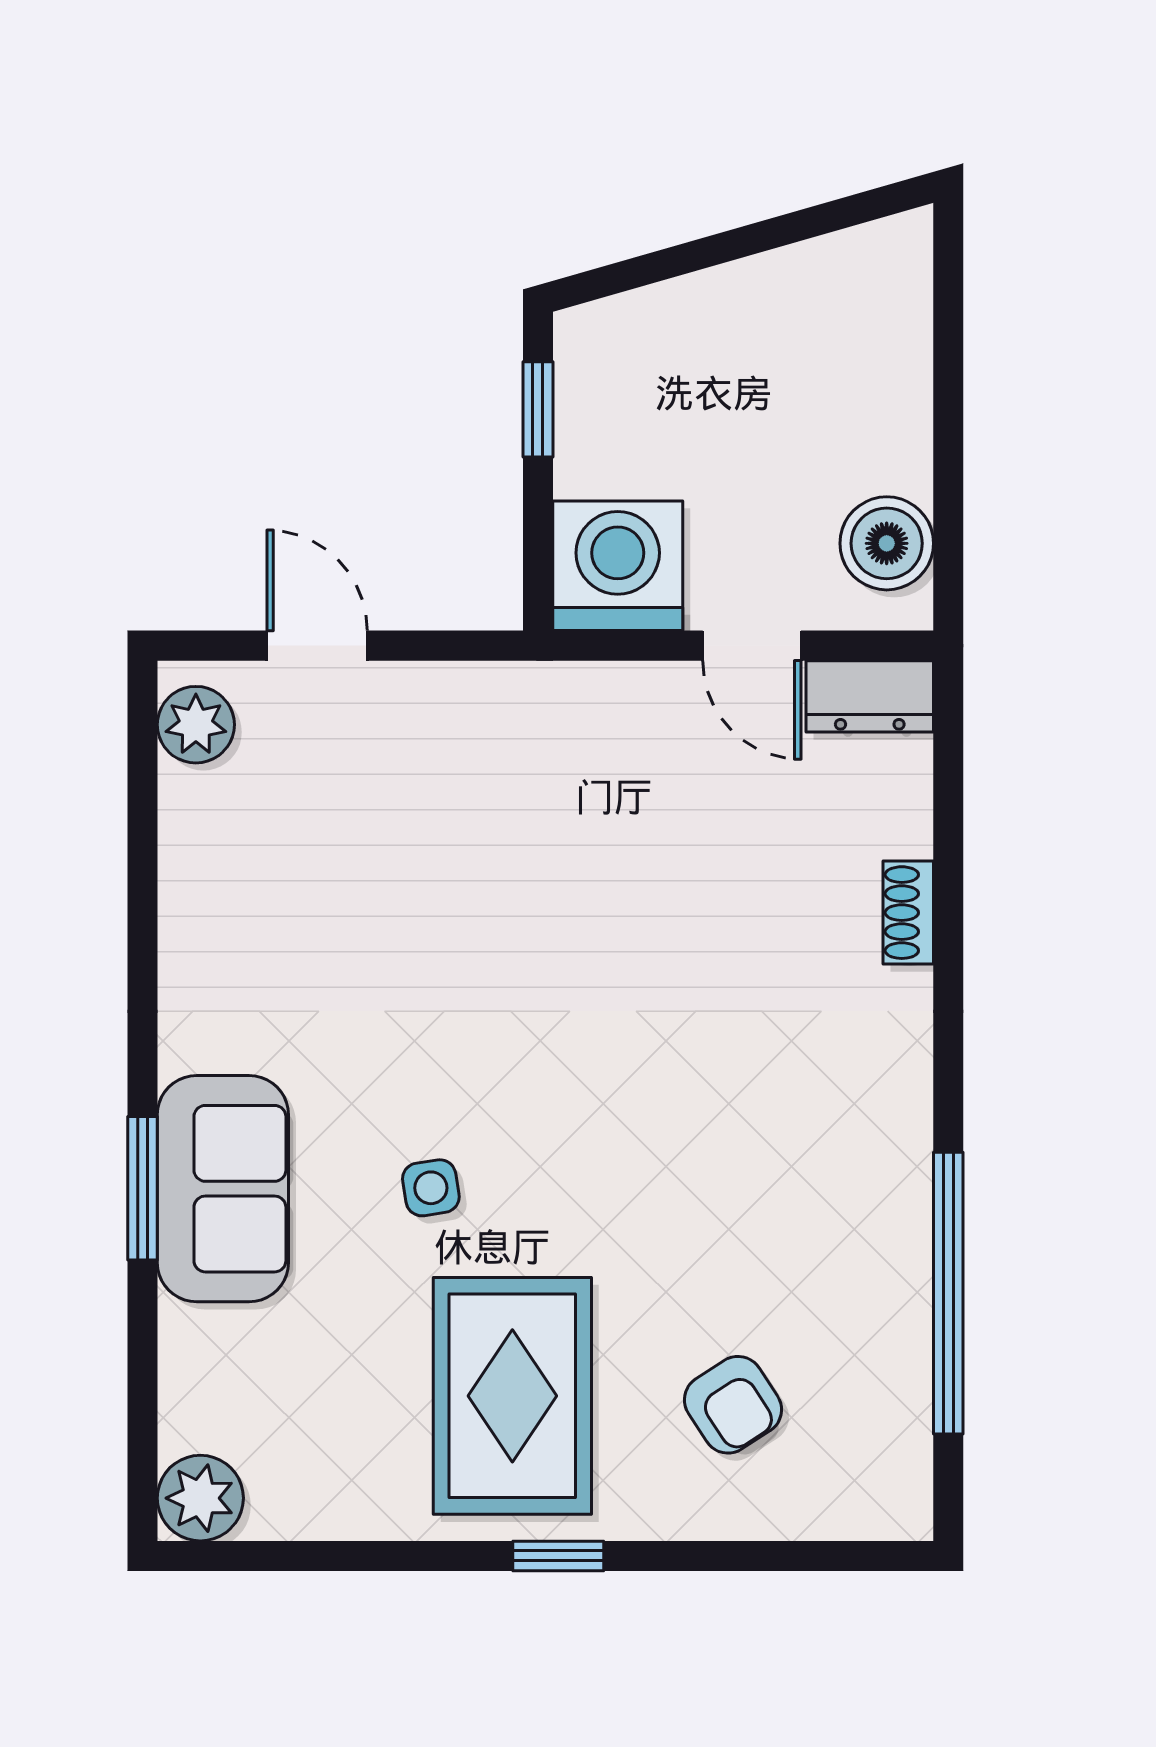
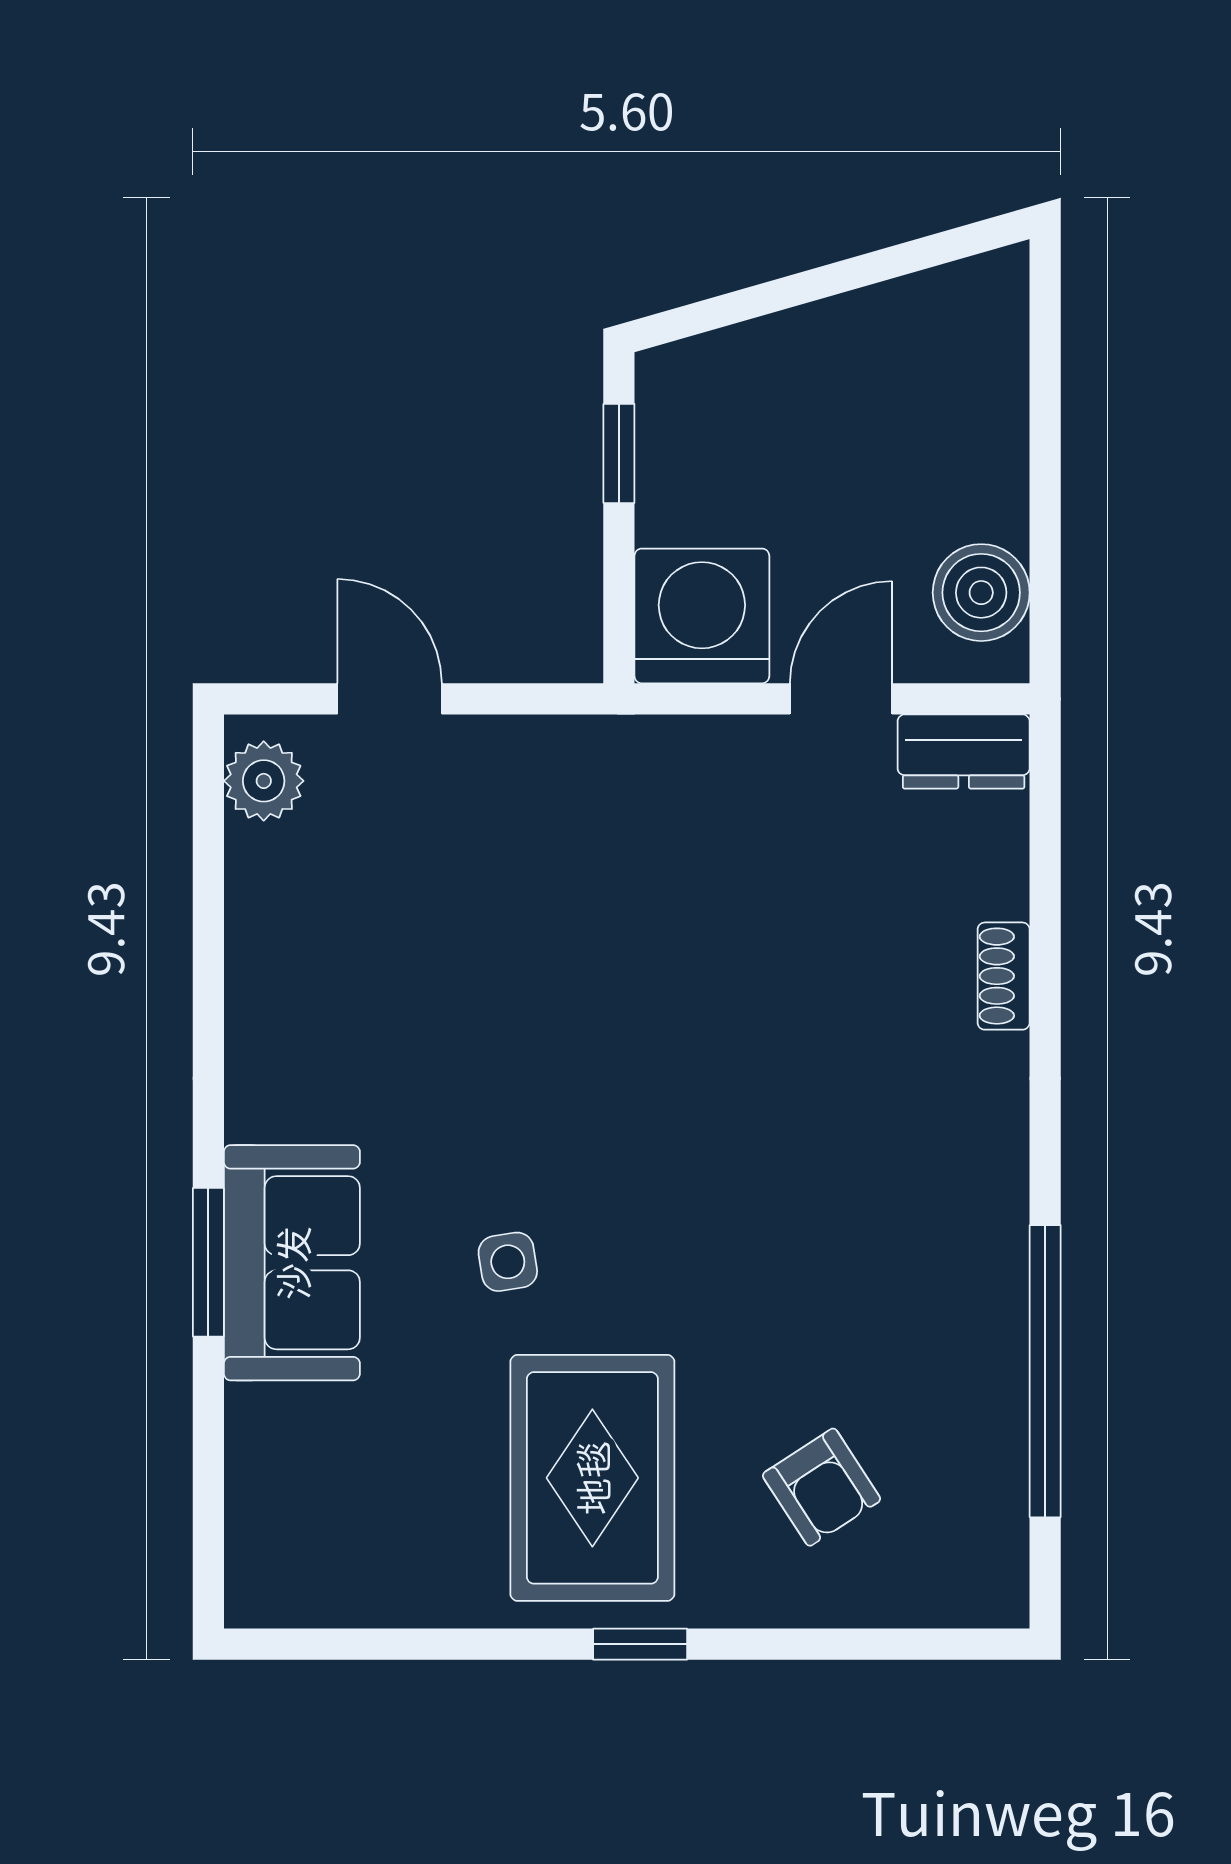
door: (752, 646) -> (841, 699), swing flipped
plant: (200, 1498) -> (268, 1584), removed

